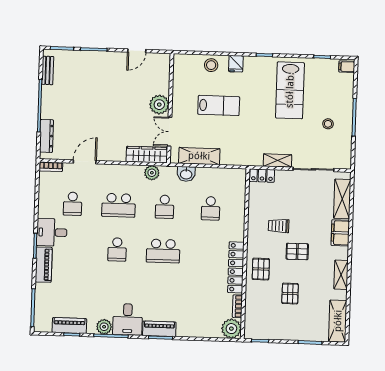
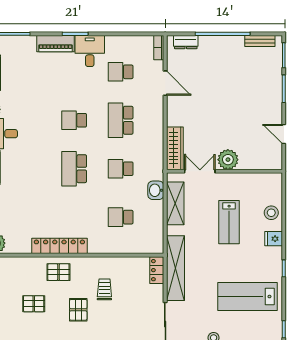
dresser: (46, 136) -> (186, 42), width x0.70
shelving: (277, 160) -> (175, 268), width x2.20, depth x1.33
plant: (152, 173) -> (156, 154), removed
bookcase: (237, 306) -> (19, 249), removed

